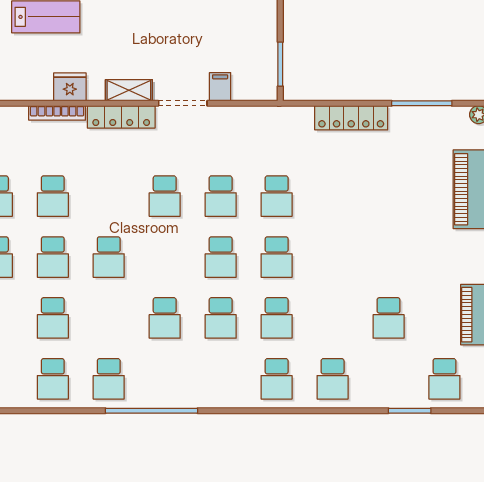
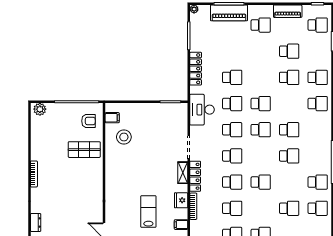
filing cabinet: (220, 87) -> (181, 225), moved
desk: (264, 132) -> (202, 110), added
school desk: (333, 196) -> (232, 77), added
school desk: (53, 257) -> (232, 182), moved
school desk: (444, 257) -> (261, 25), added
school desk: (277, 318) -> (289, 77), moved

